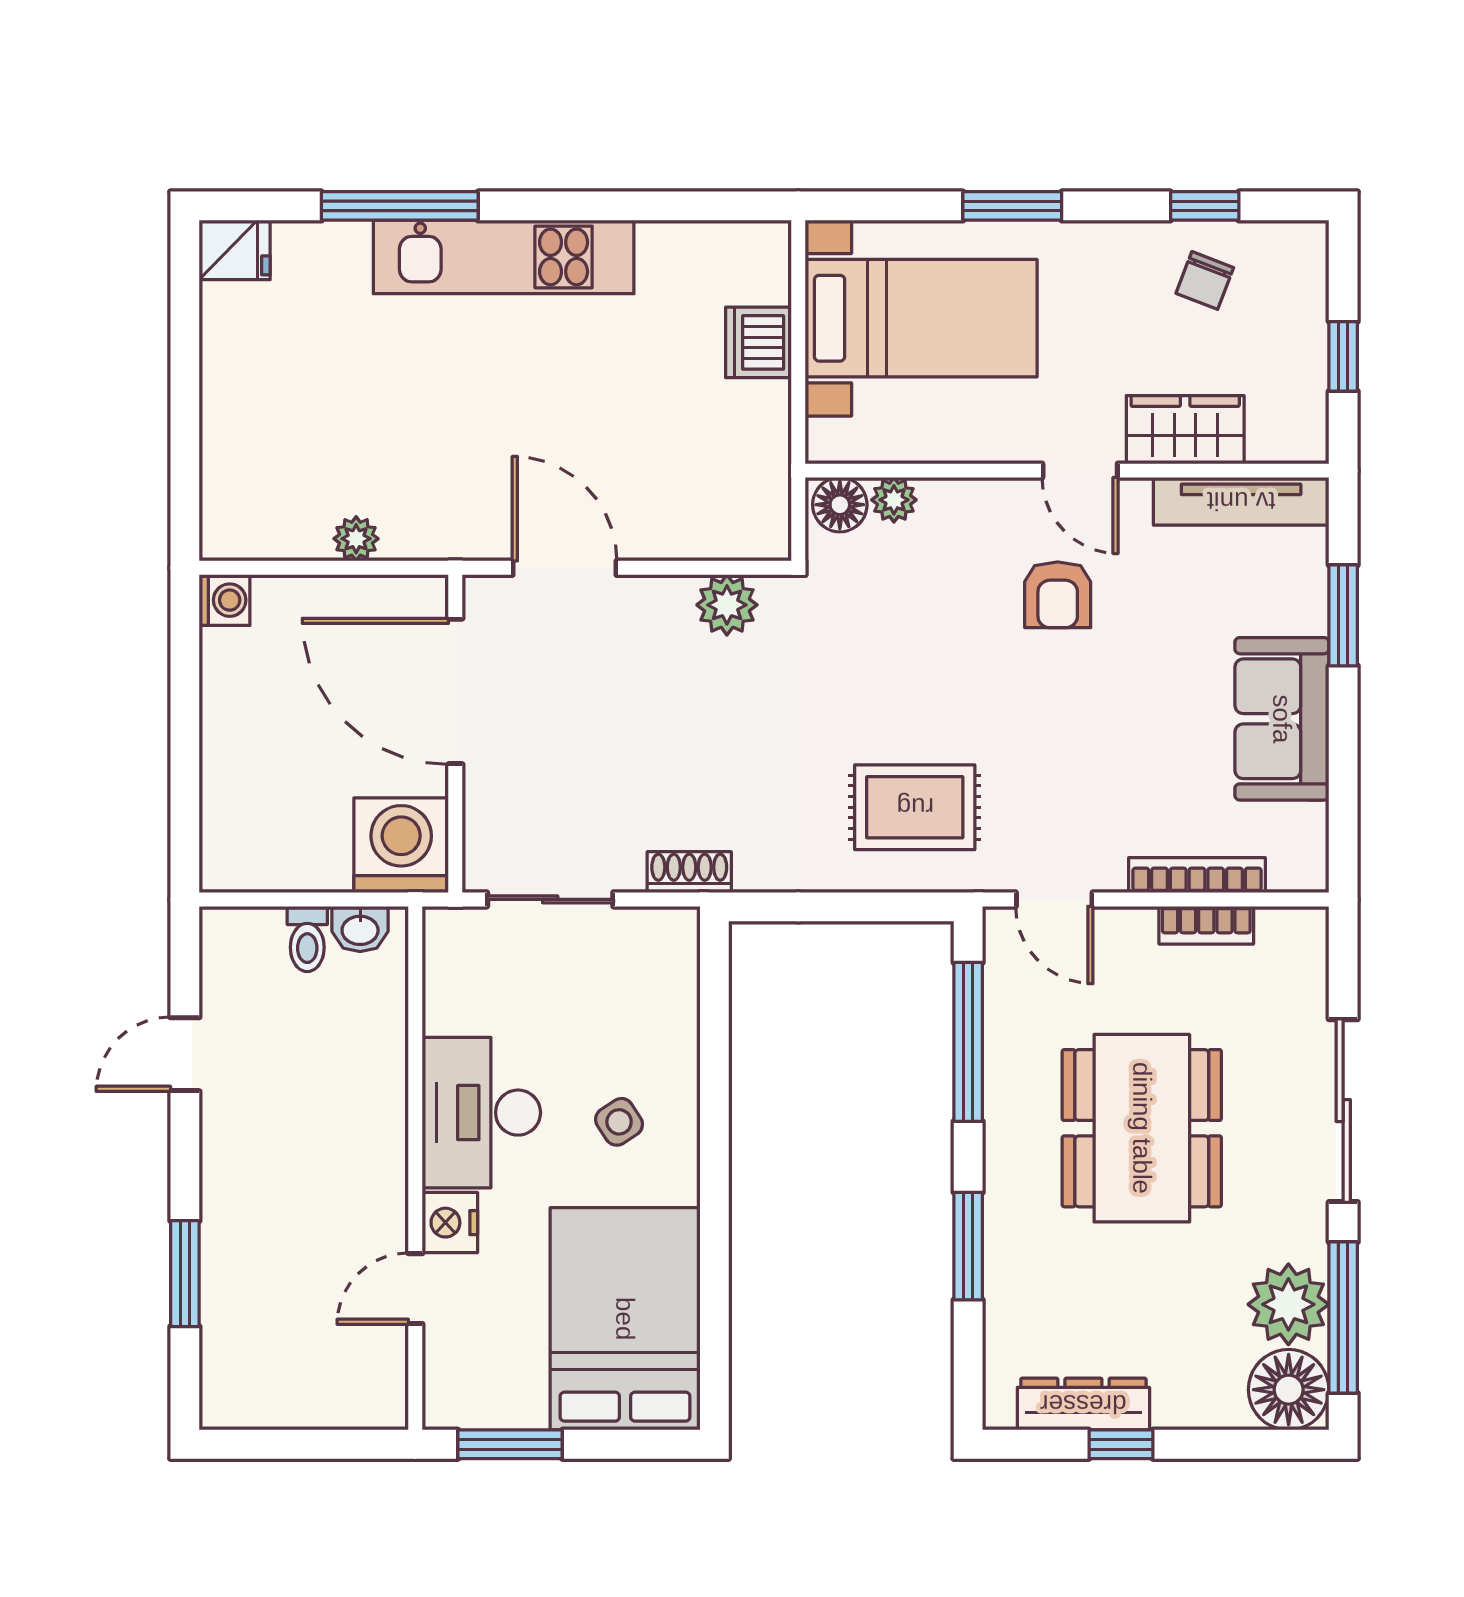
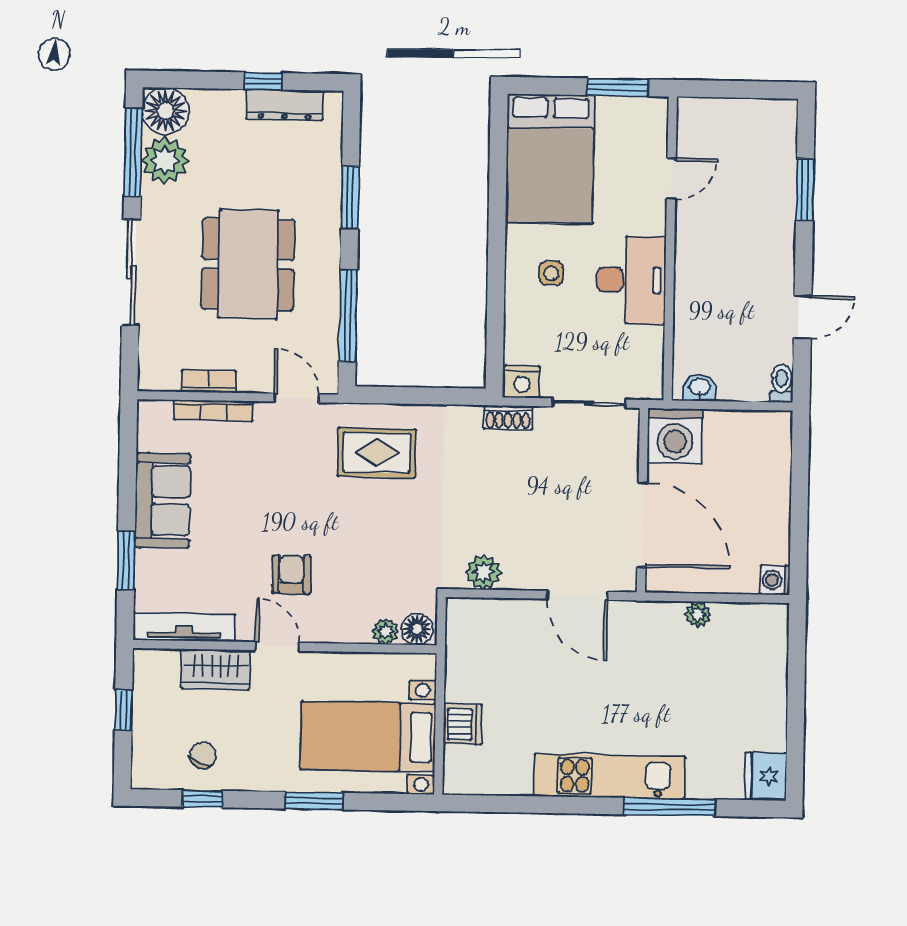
fridge: (235, 250) -> (766, 776), width x1.38
toilet: (307, 939) -> (782, 383), moved
side table: (619, 1122) -> (551, 273), turned 33
nightstand: (450, 1223) -> (522, 382), moved, turned 90

